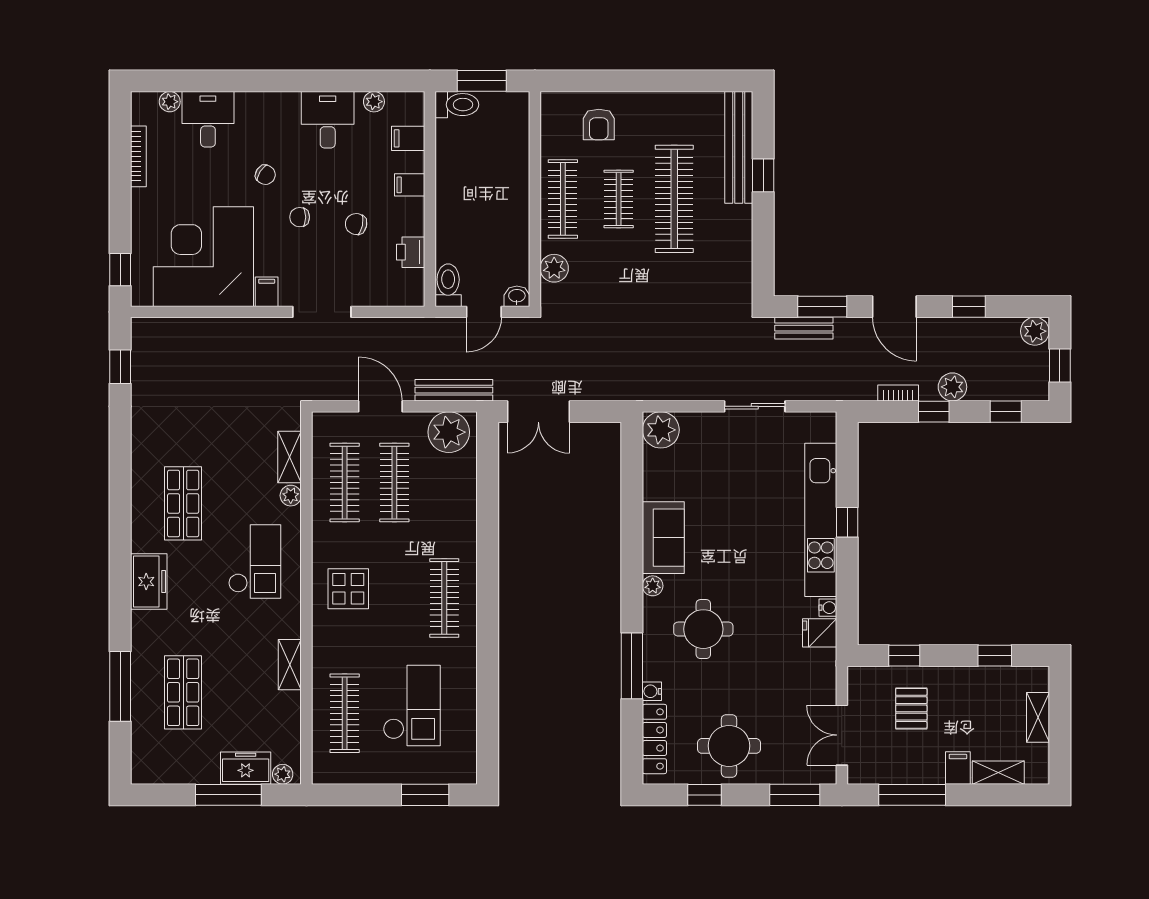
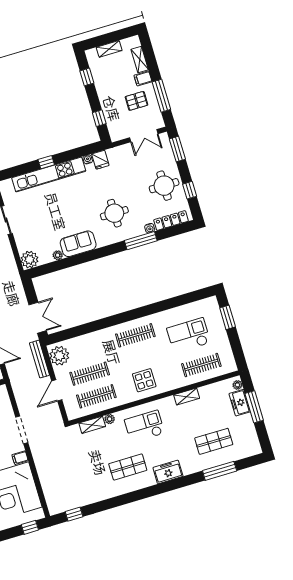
plant: (653, 586) -> (58, 255), moved
pallet: (911, 708) -> (136, 101), moved

